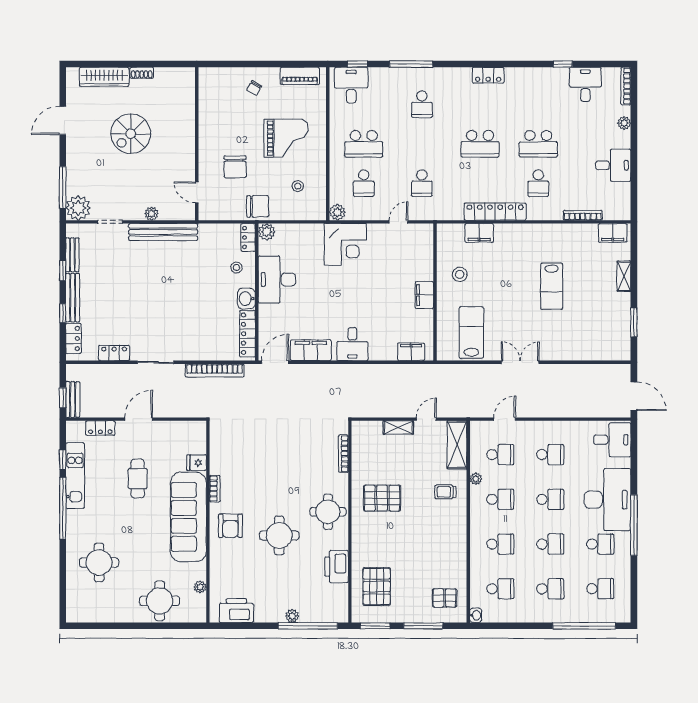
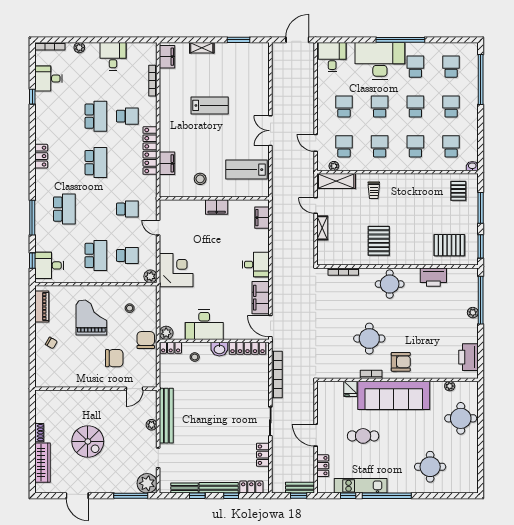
school desk: (422, 104) -> (64, 209), width x1.85
plant: (476, 479) -> (334, 166), moved
round table: (279, 535) -> (369, 339), moved

